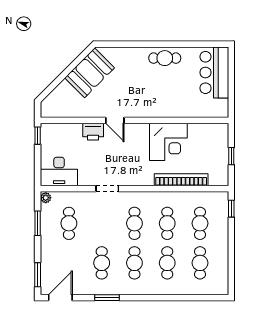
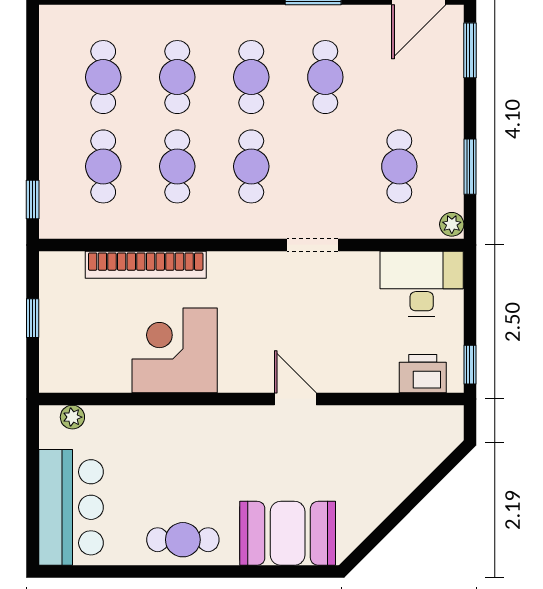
booth: (90, 73) -> (288, 533), moved, turned 45
plant: (214, 112) -> (72, 417), added
printer: (93, 132) -> (423, 374), moved

